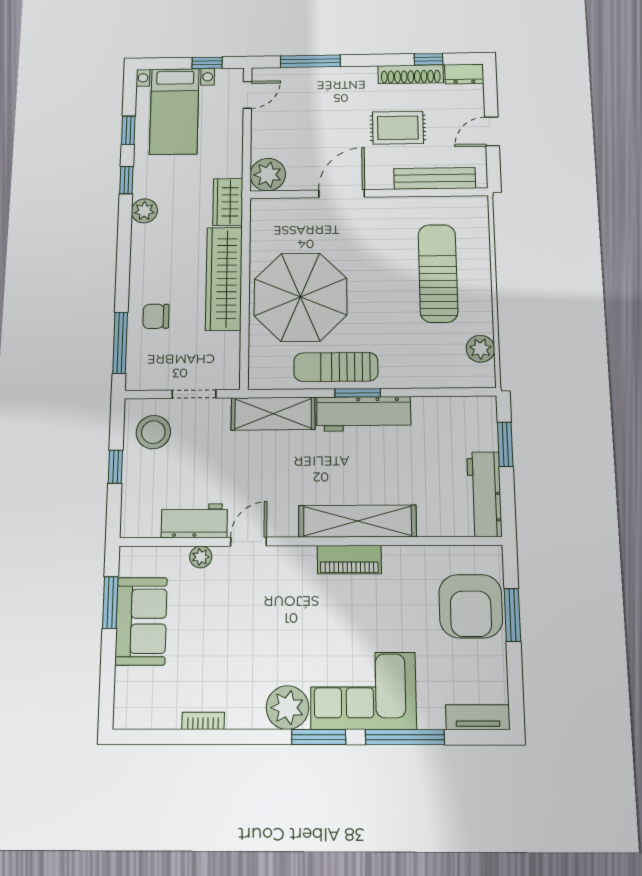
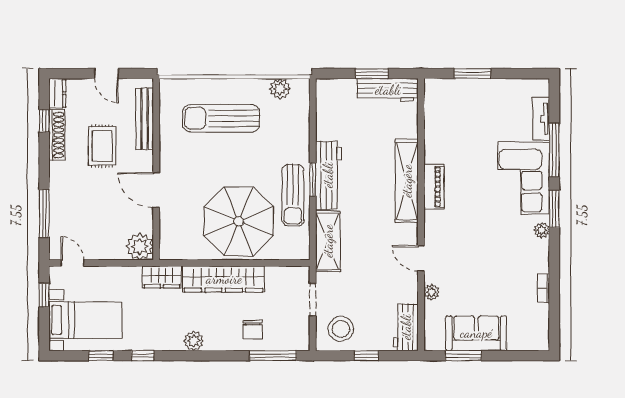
plant: (144, 211) -> (194, 341), moved
window: (505, 444) -> (372, 74), moved
workbench: (194, 521) -> (406, 327), moved
armchair: (471, 606) -> (466, 102), removed
plant: (287, 708) -> (542, 230), width x0.53, depth x0.53
tv unit: (478, 717) -> (541, 119), moved

